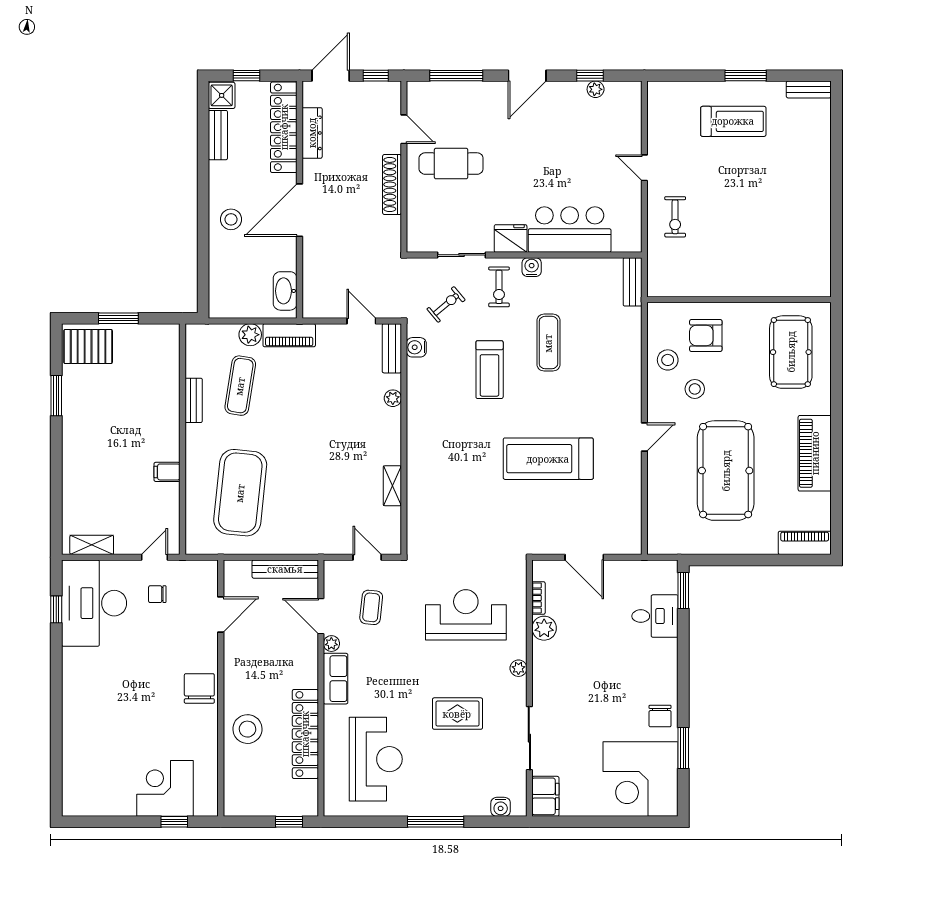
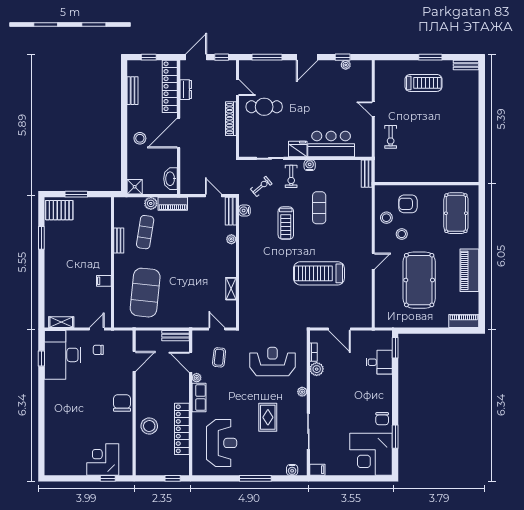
shower: (222, 95) -> (135, 187), moved
dresser: (312, 133) -> (186, 90), width x0.70
bench: (285, 569) -> (176, 336), width x0.73
rug: (457, 714) -> (268, 417), turned 90
filing cabinet: (545, 796) -> (317, 470), width x0.50

